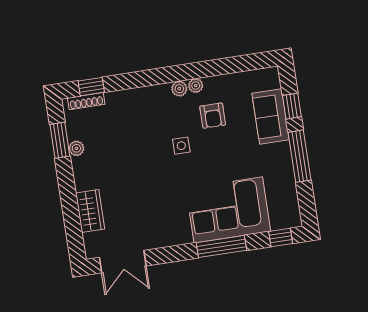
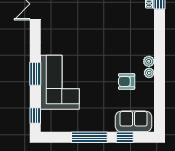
sofa: (271, 116) -> (134, 121), moved
side table: (181, 146) -> (109, 57), removed
window: (221, 246) -> (35, 74), width x0.69

